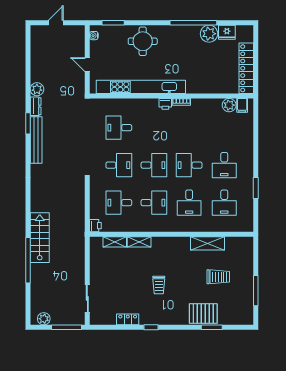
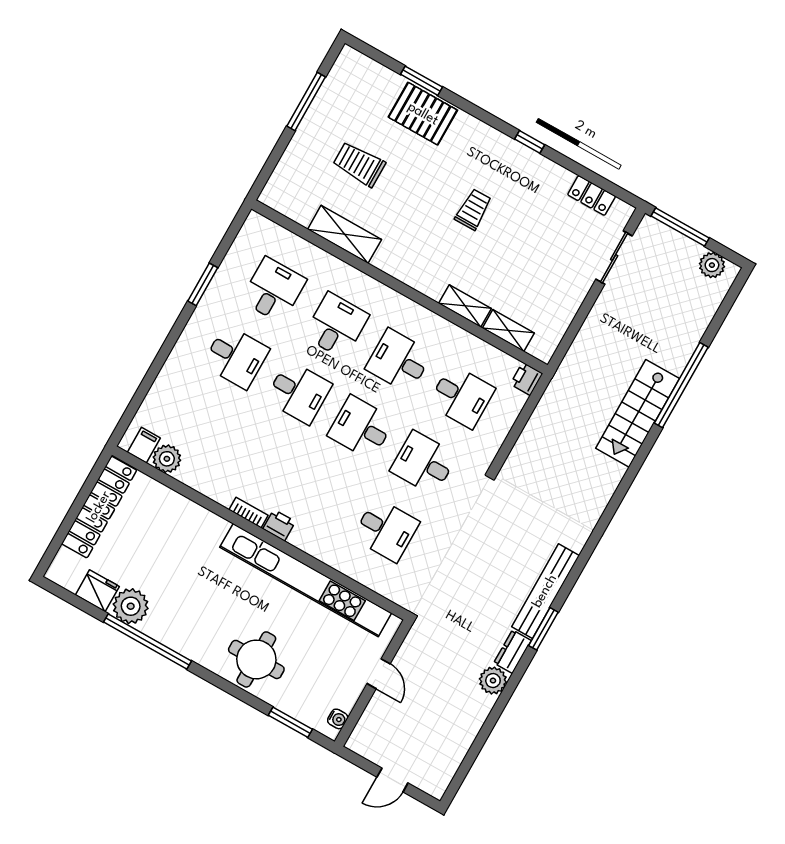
desk: (224, 165) -> (236, 357), turned 90
locker: (128, 319) -> (592, 195), moved

